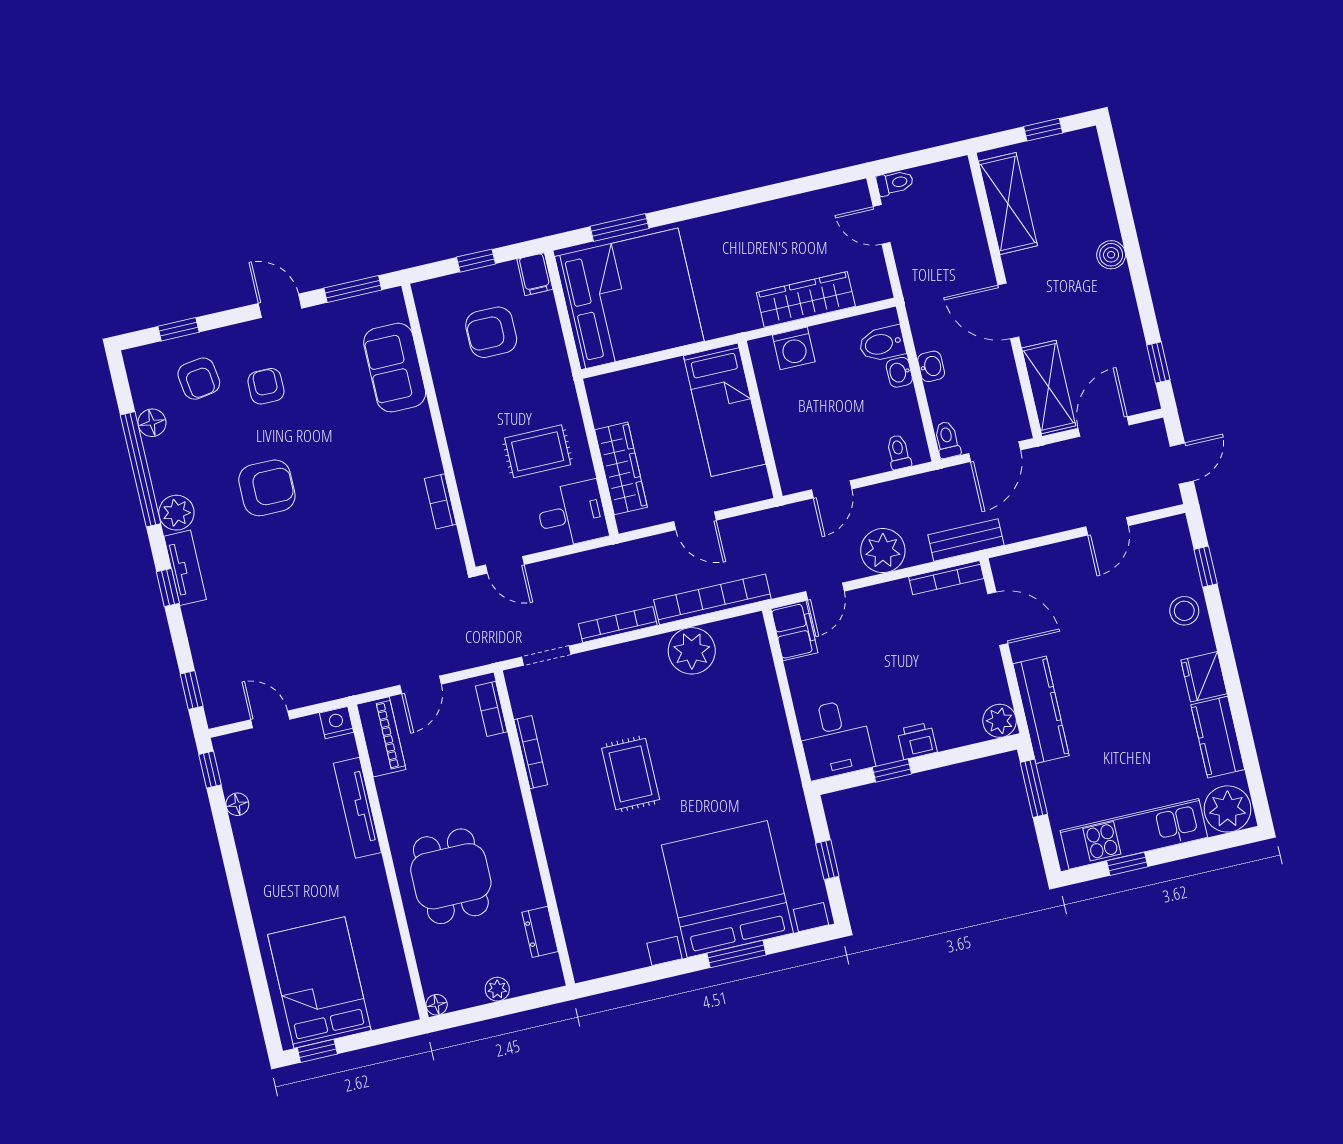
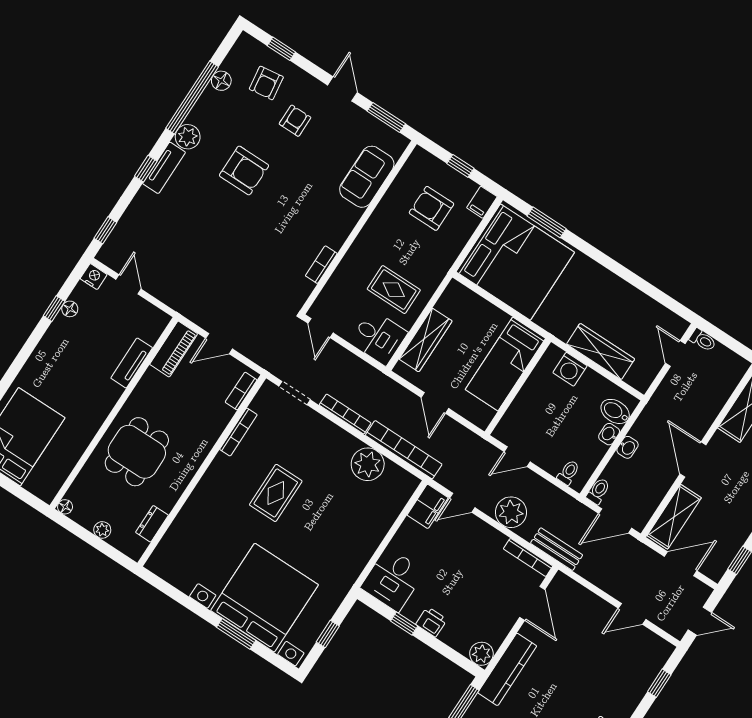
stool: (1184, 611) -> (627, 694), removed
nightstand: (336, 723) -> (94, 277), moved
window: (210, 770) -> (54, 309), moved
tv unit: (357, 808) -> (132, 363), width x0.71

